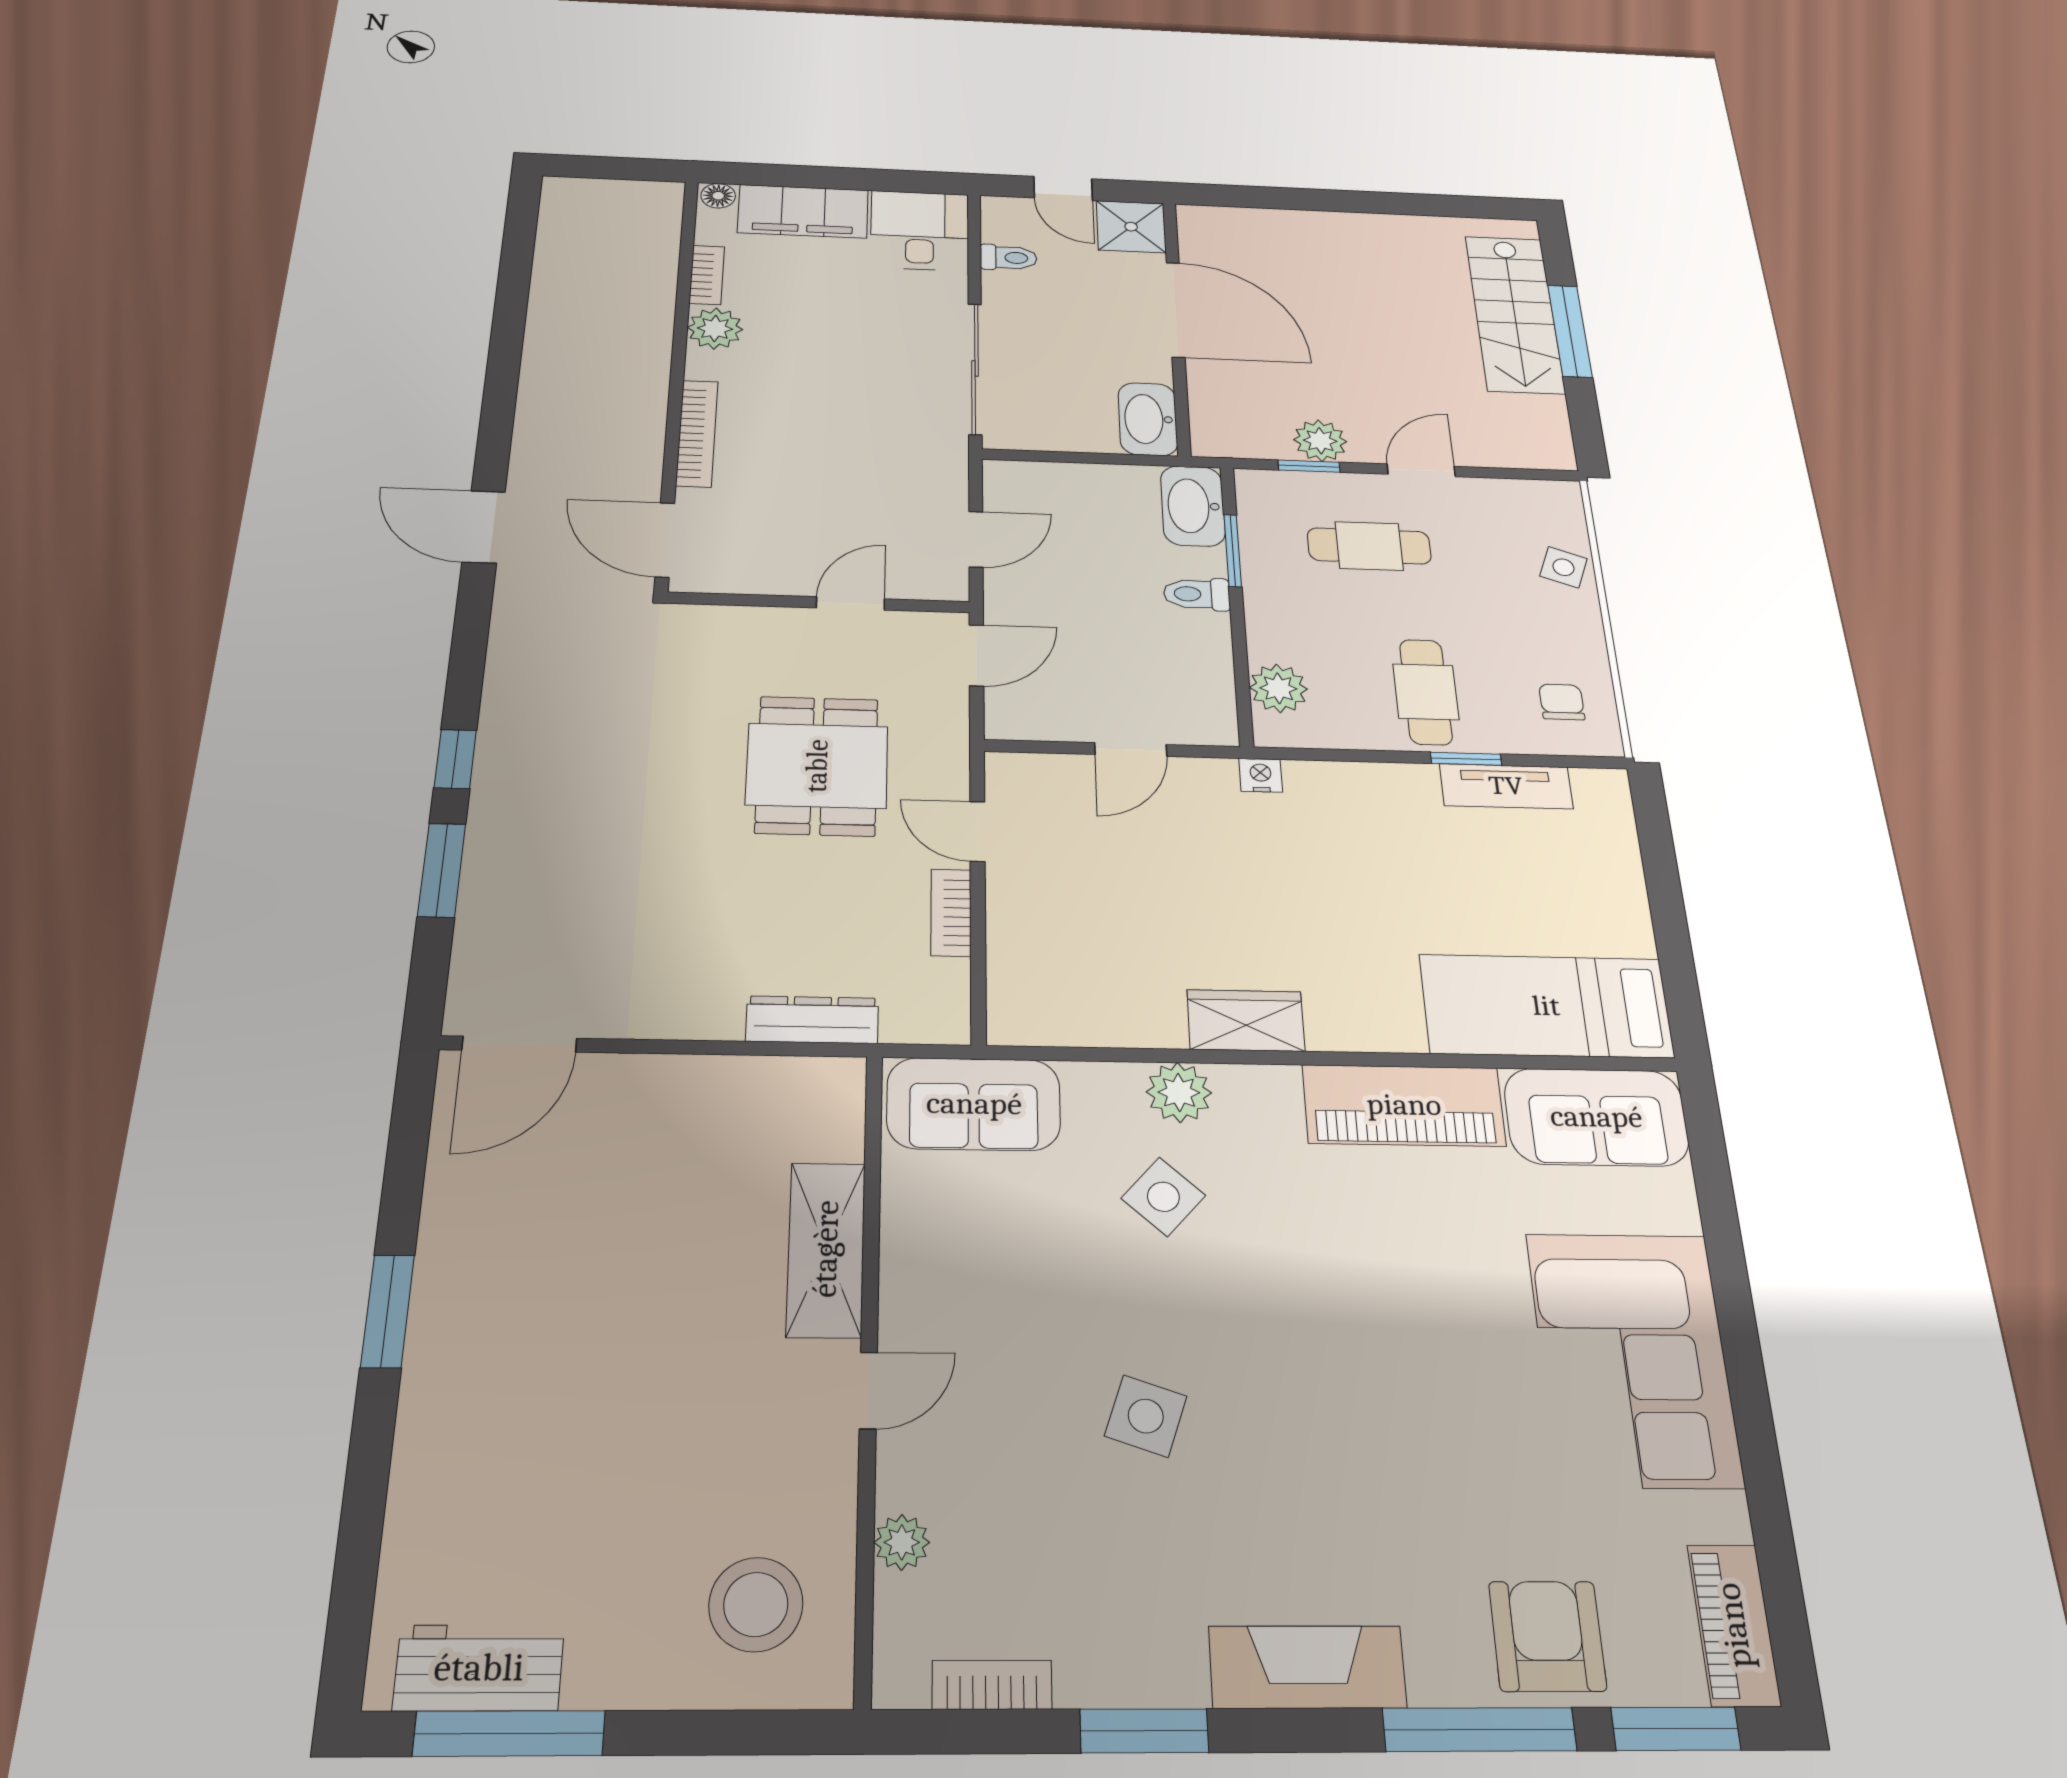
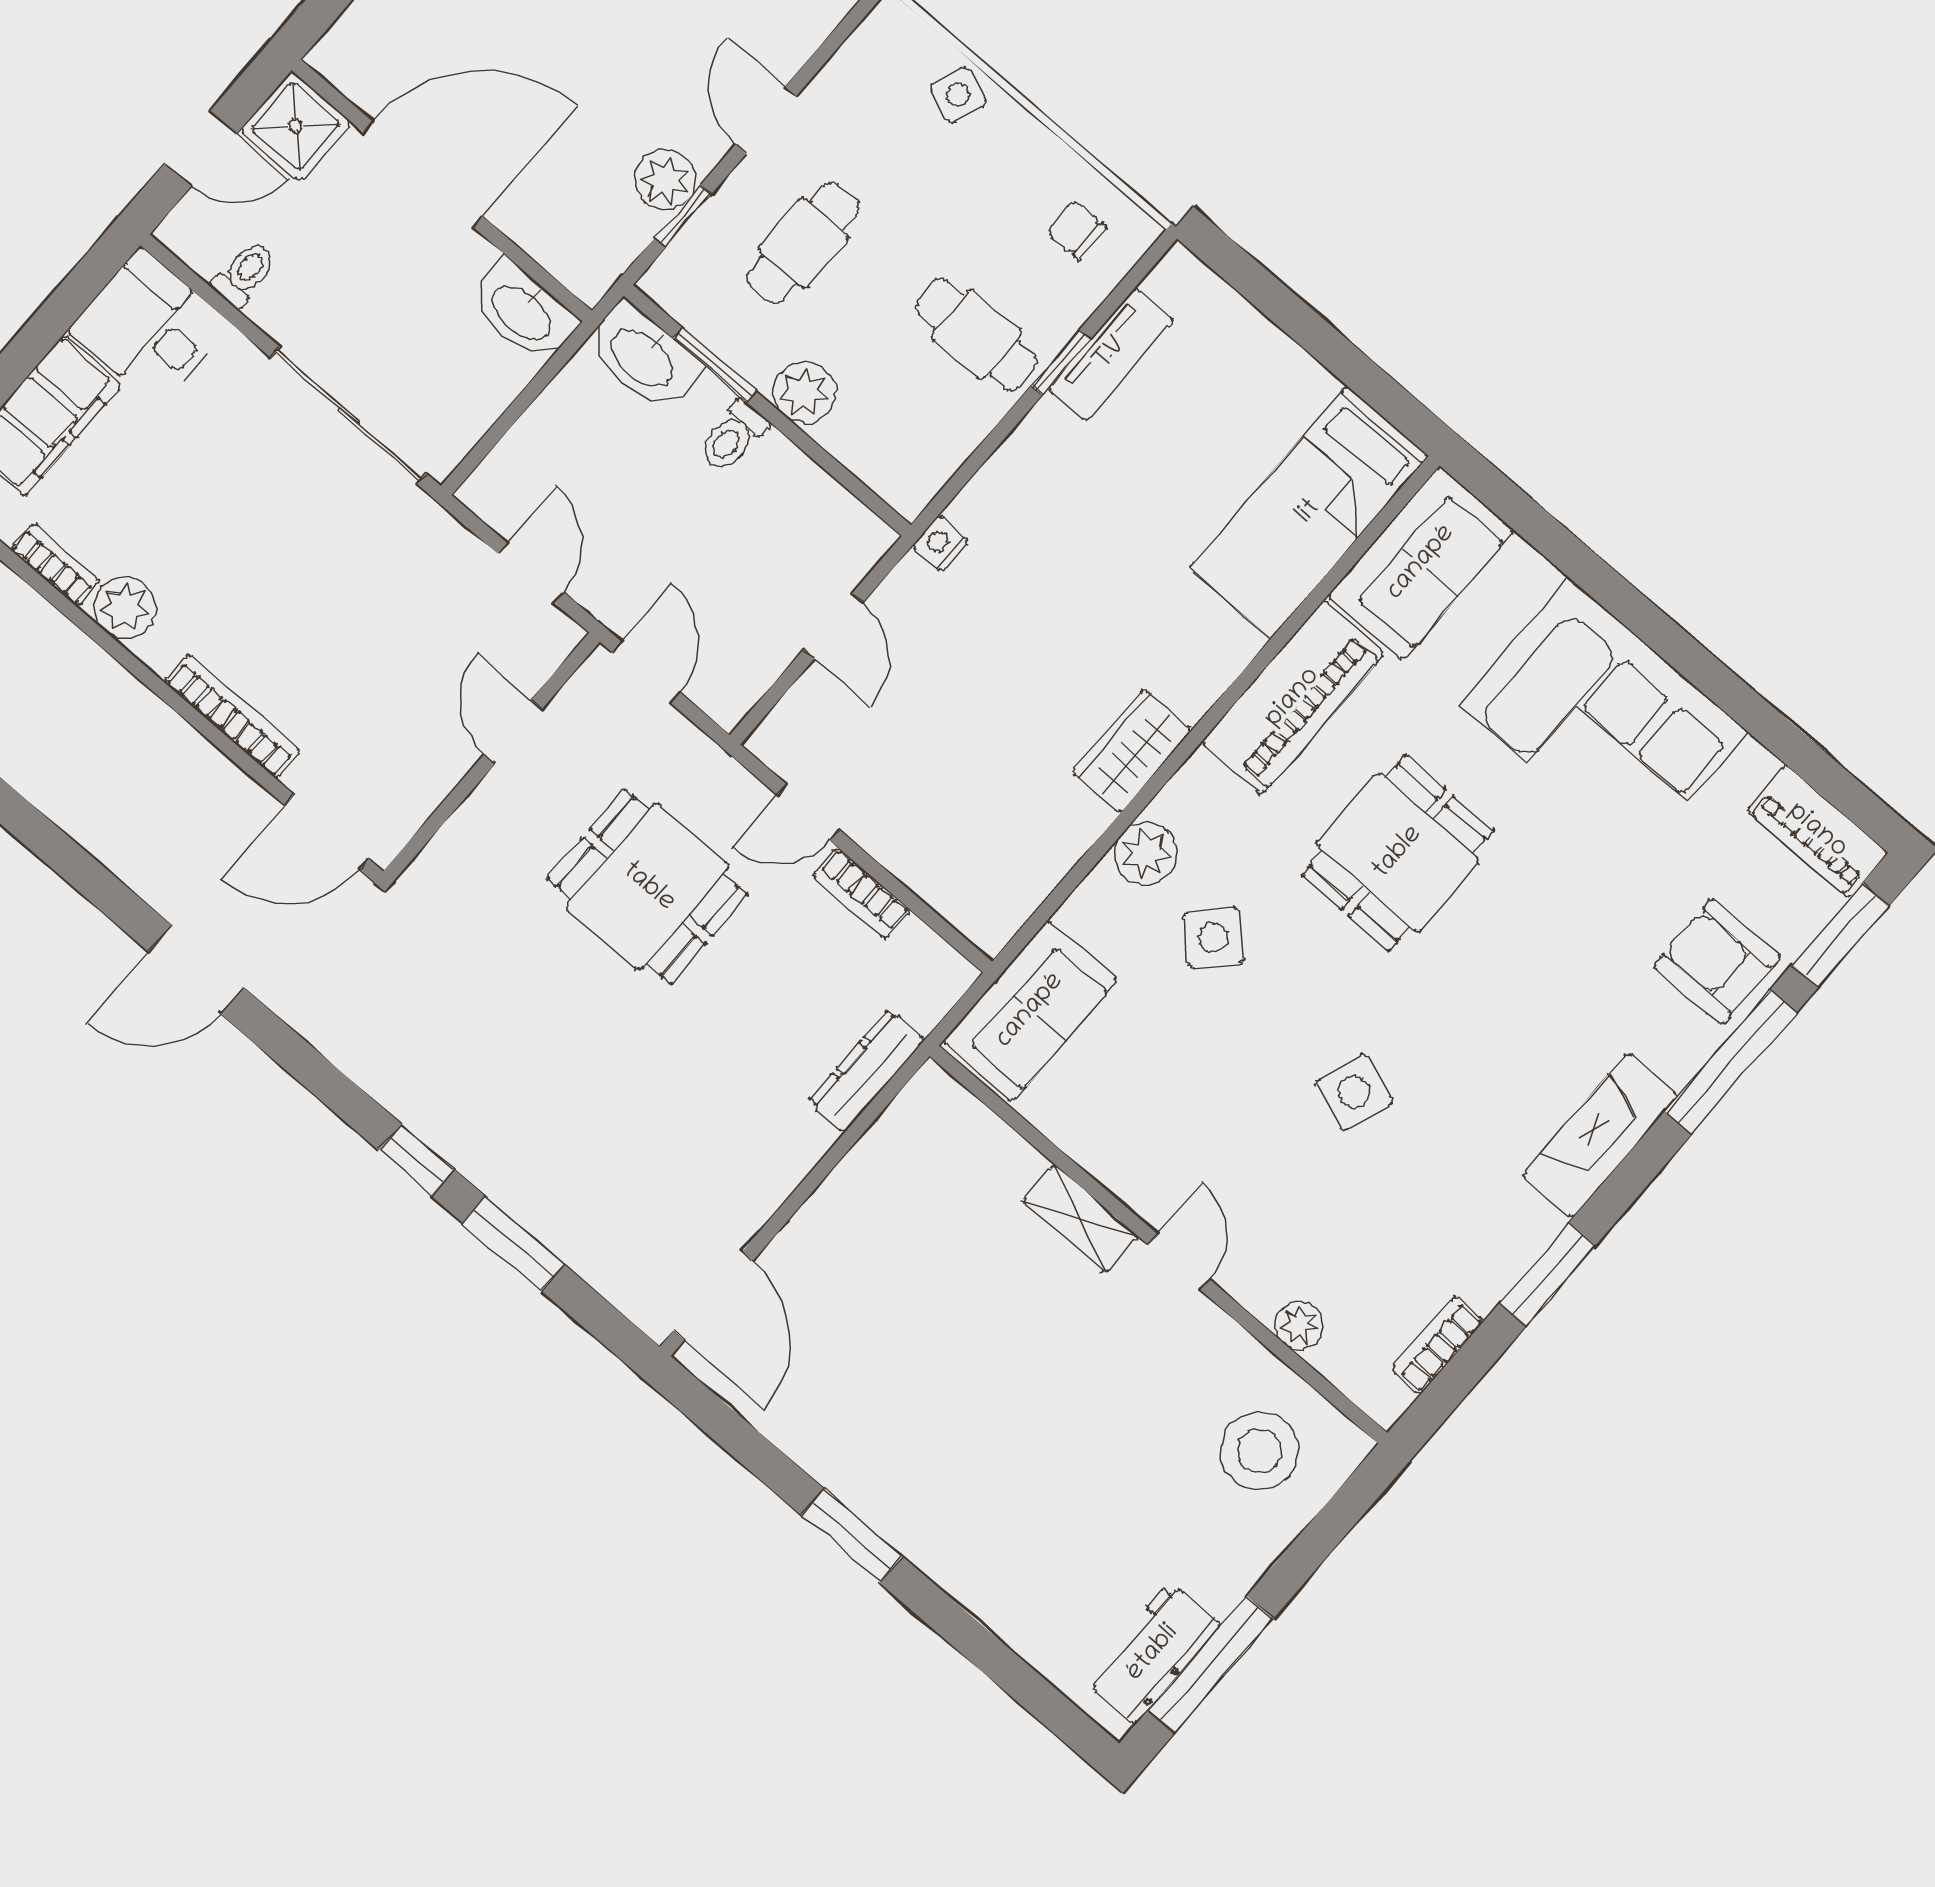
plant: (1278, 688) -> (804, 392), moved
shelving: (826, 1249) -> (1080, 1219), width x0.67, depth x0.75
dining table: (1369, 1285) -> (1398, 853), added

